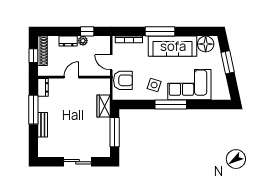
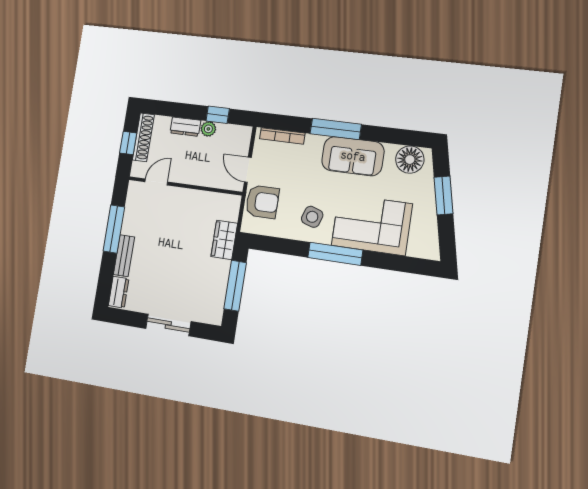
sofa: (173, 46) -> (353, 156), width x0.73
door: (71, 77) -> (156, 182), moved
dresser: (43, 87) -> (119, 292), moved

